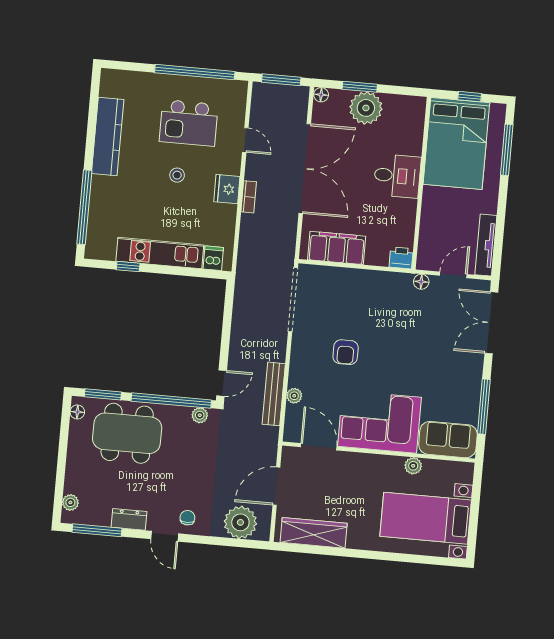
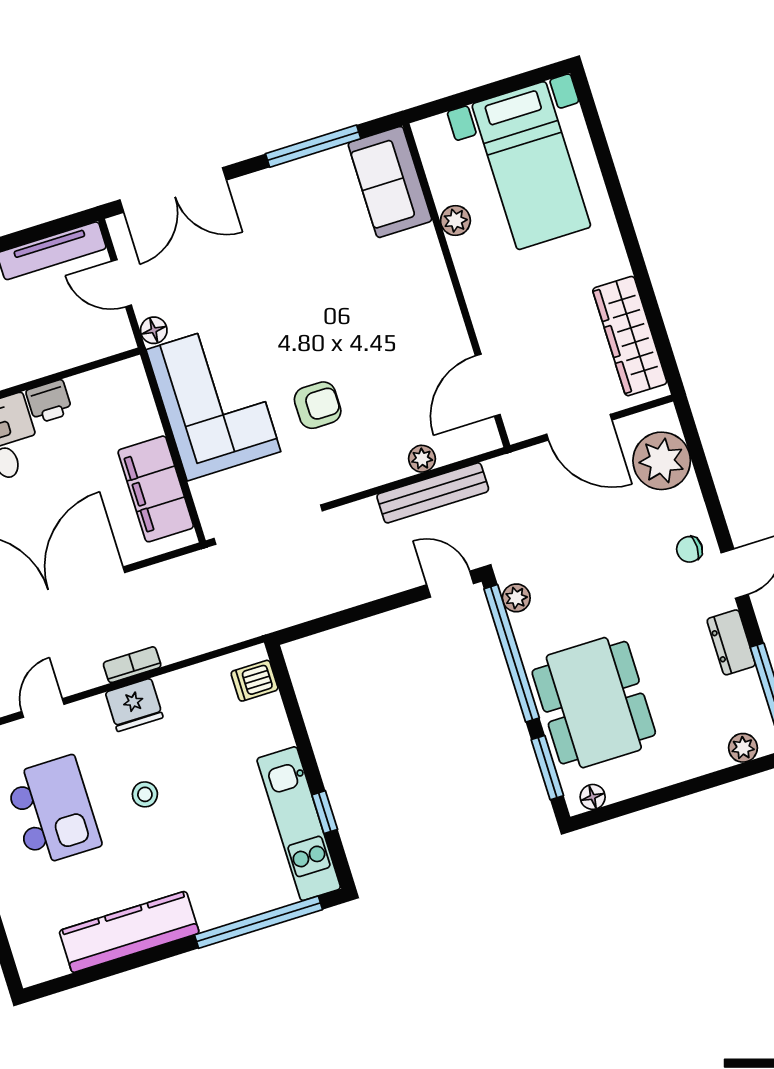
kitchen unit: (160, 253) -> (299, 824), moved
printer: (401, 258) -> (49, 402), moved, turned -90
corner sofa: (379, 422) -> (213, 401), moved, turned 180

